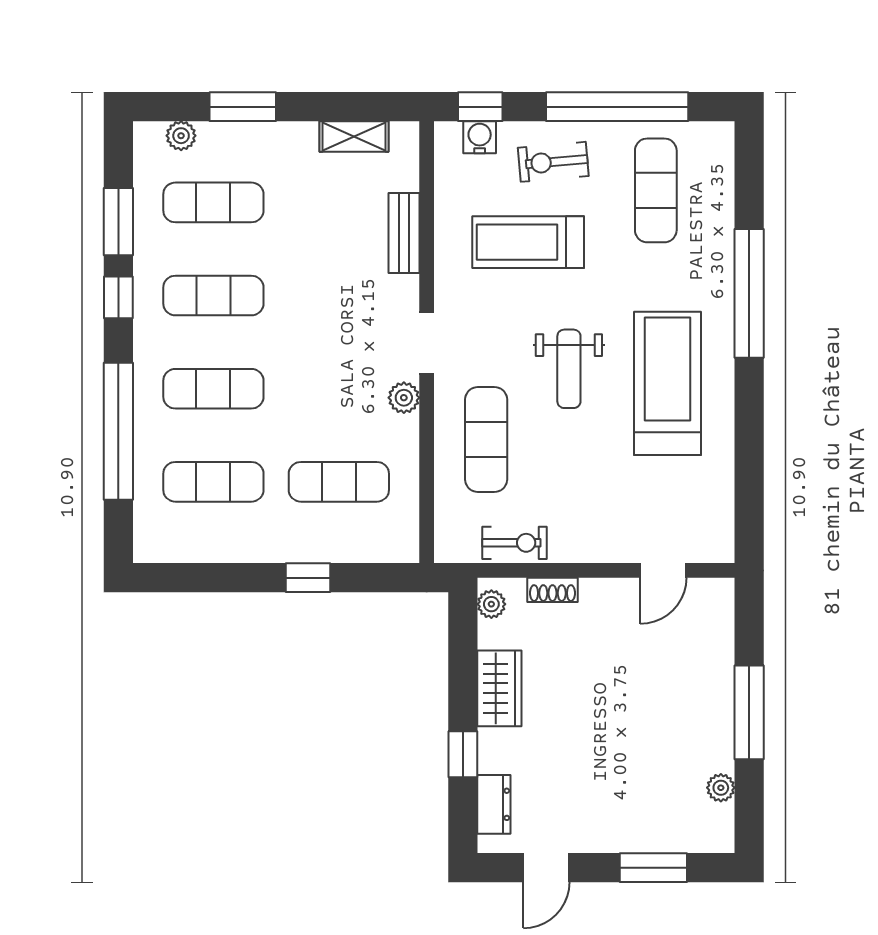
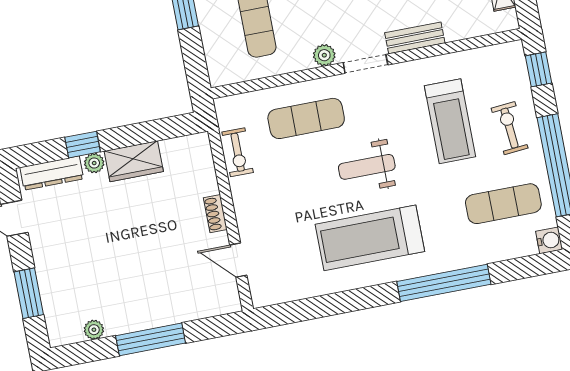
water cooler: (480, 137) -> (549, 240), moved
bench: (404, 233) -> (415, 38), moved
treadmill: (528, 242) -> (450, 121), turned 180
treadmill: (668, 383) -> (370, 238), turned 180
shoe rack: (553, 590) -> (215, 214), moved
plant: (491, 604) -> (94, 163), moved
dresser: (494, 804) -> (52, 173), width x1.44

